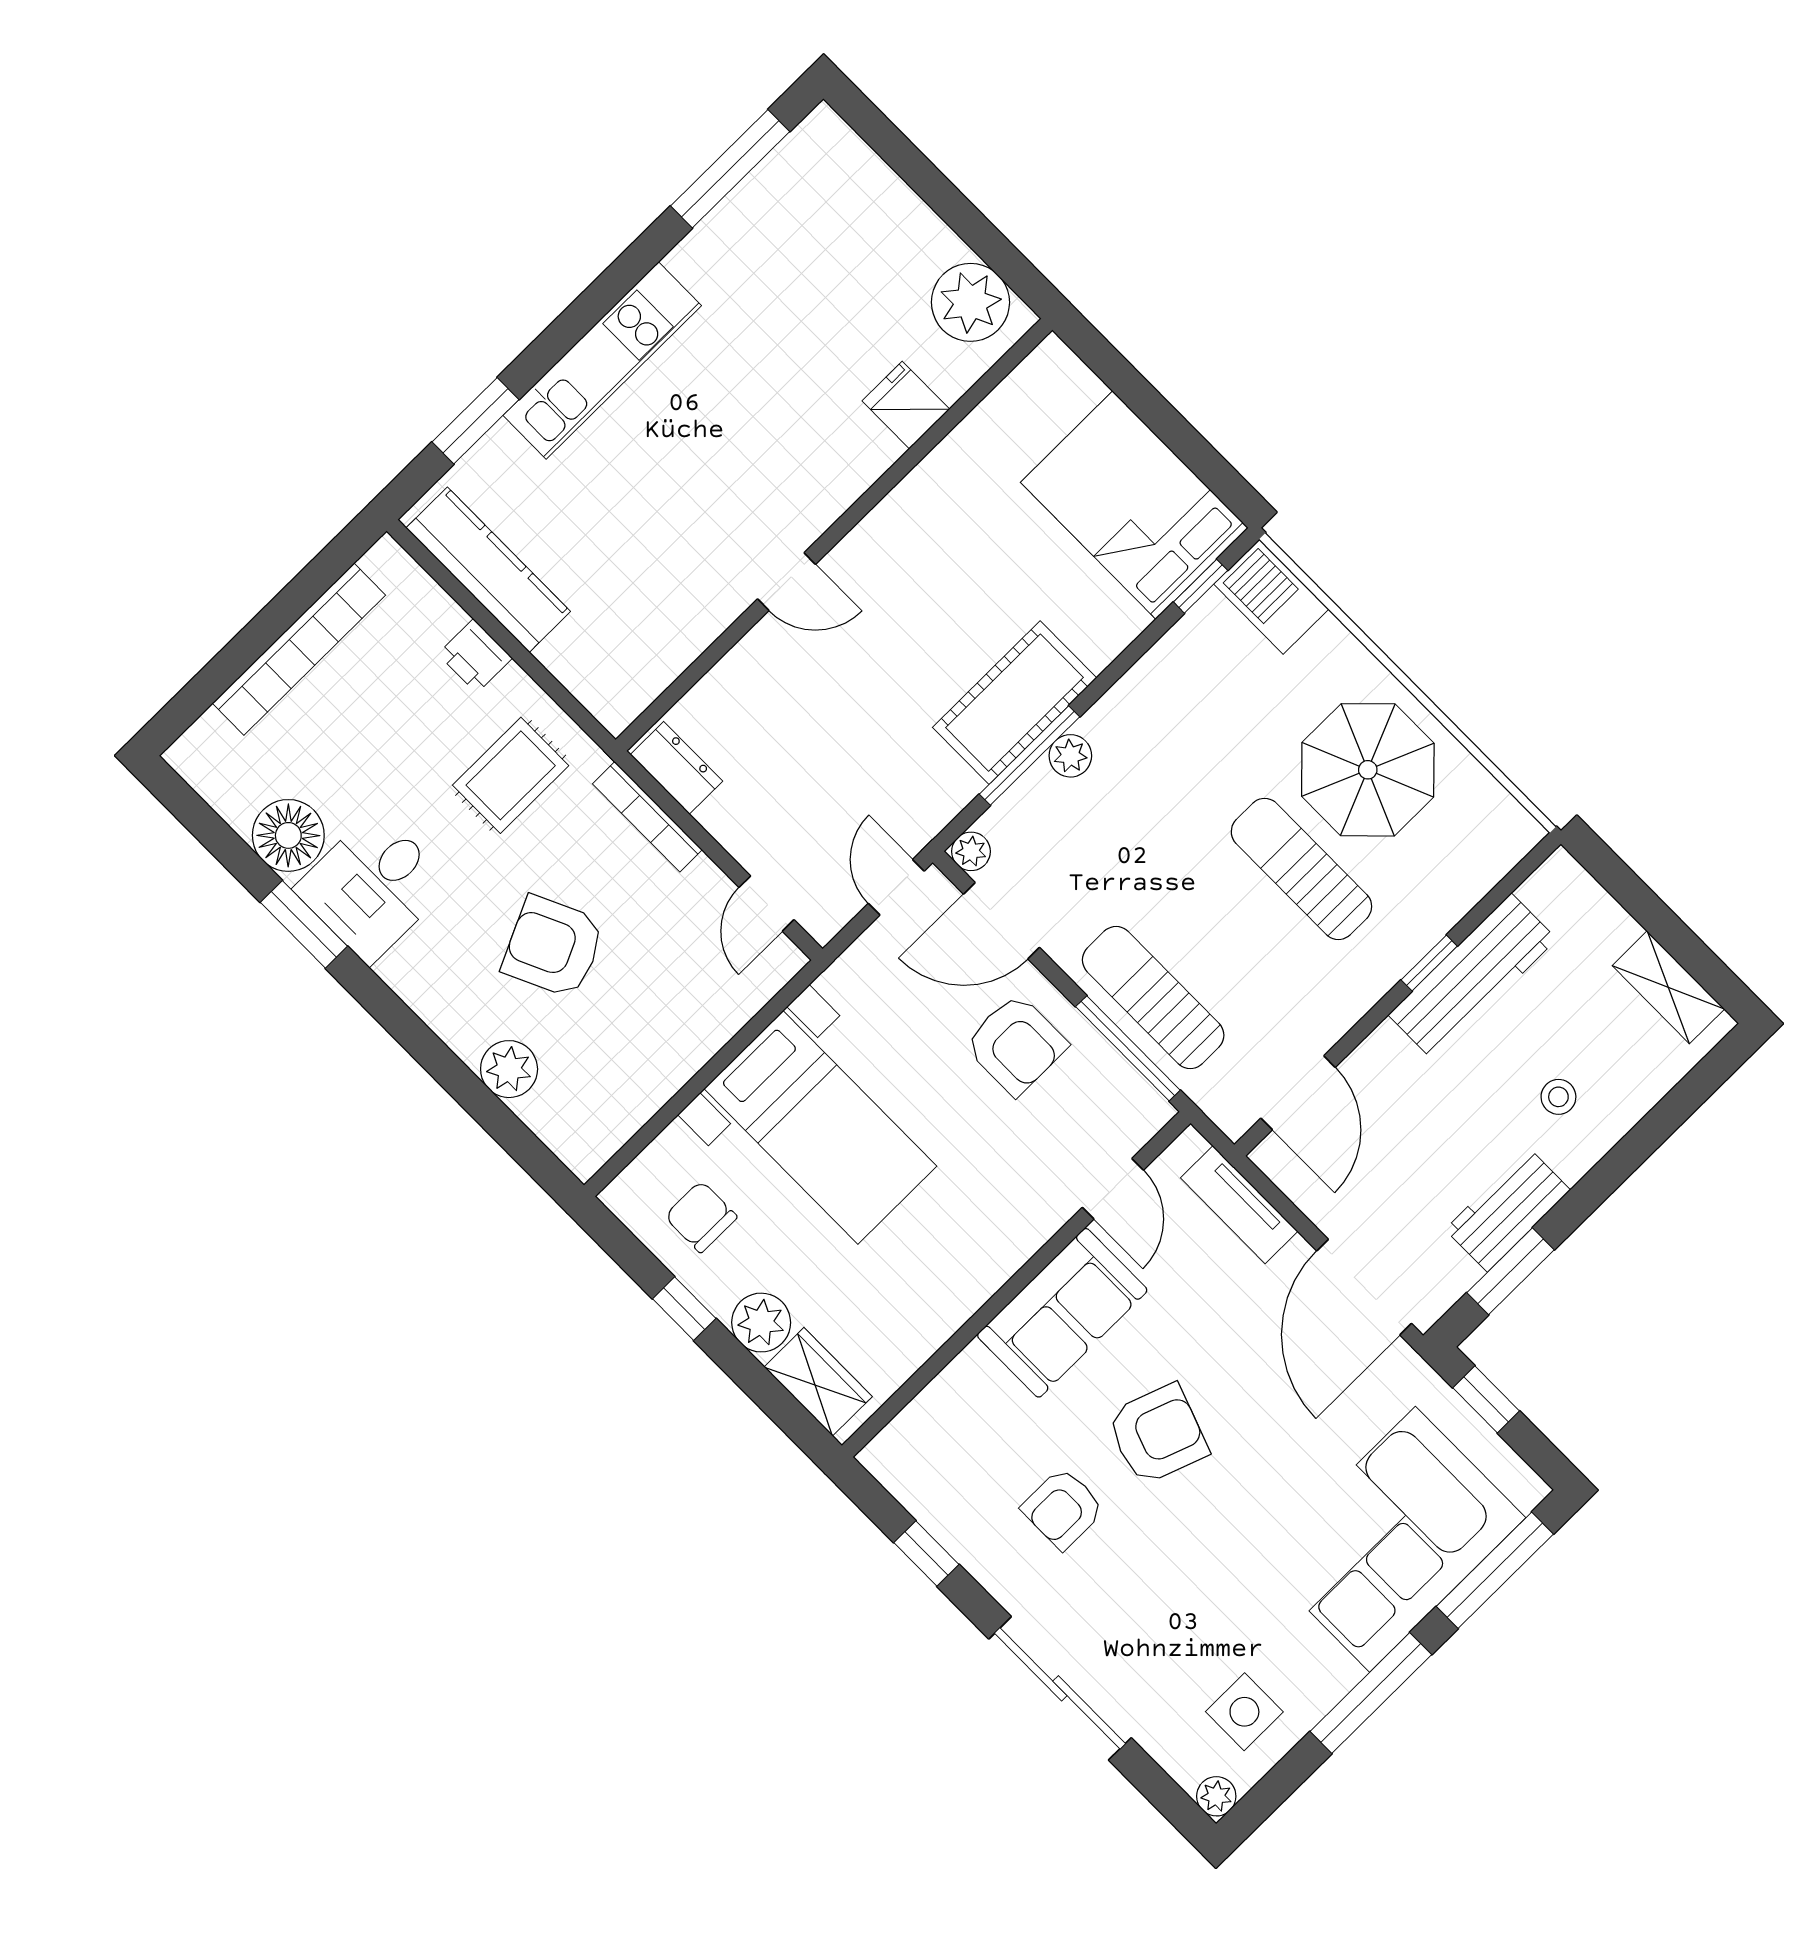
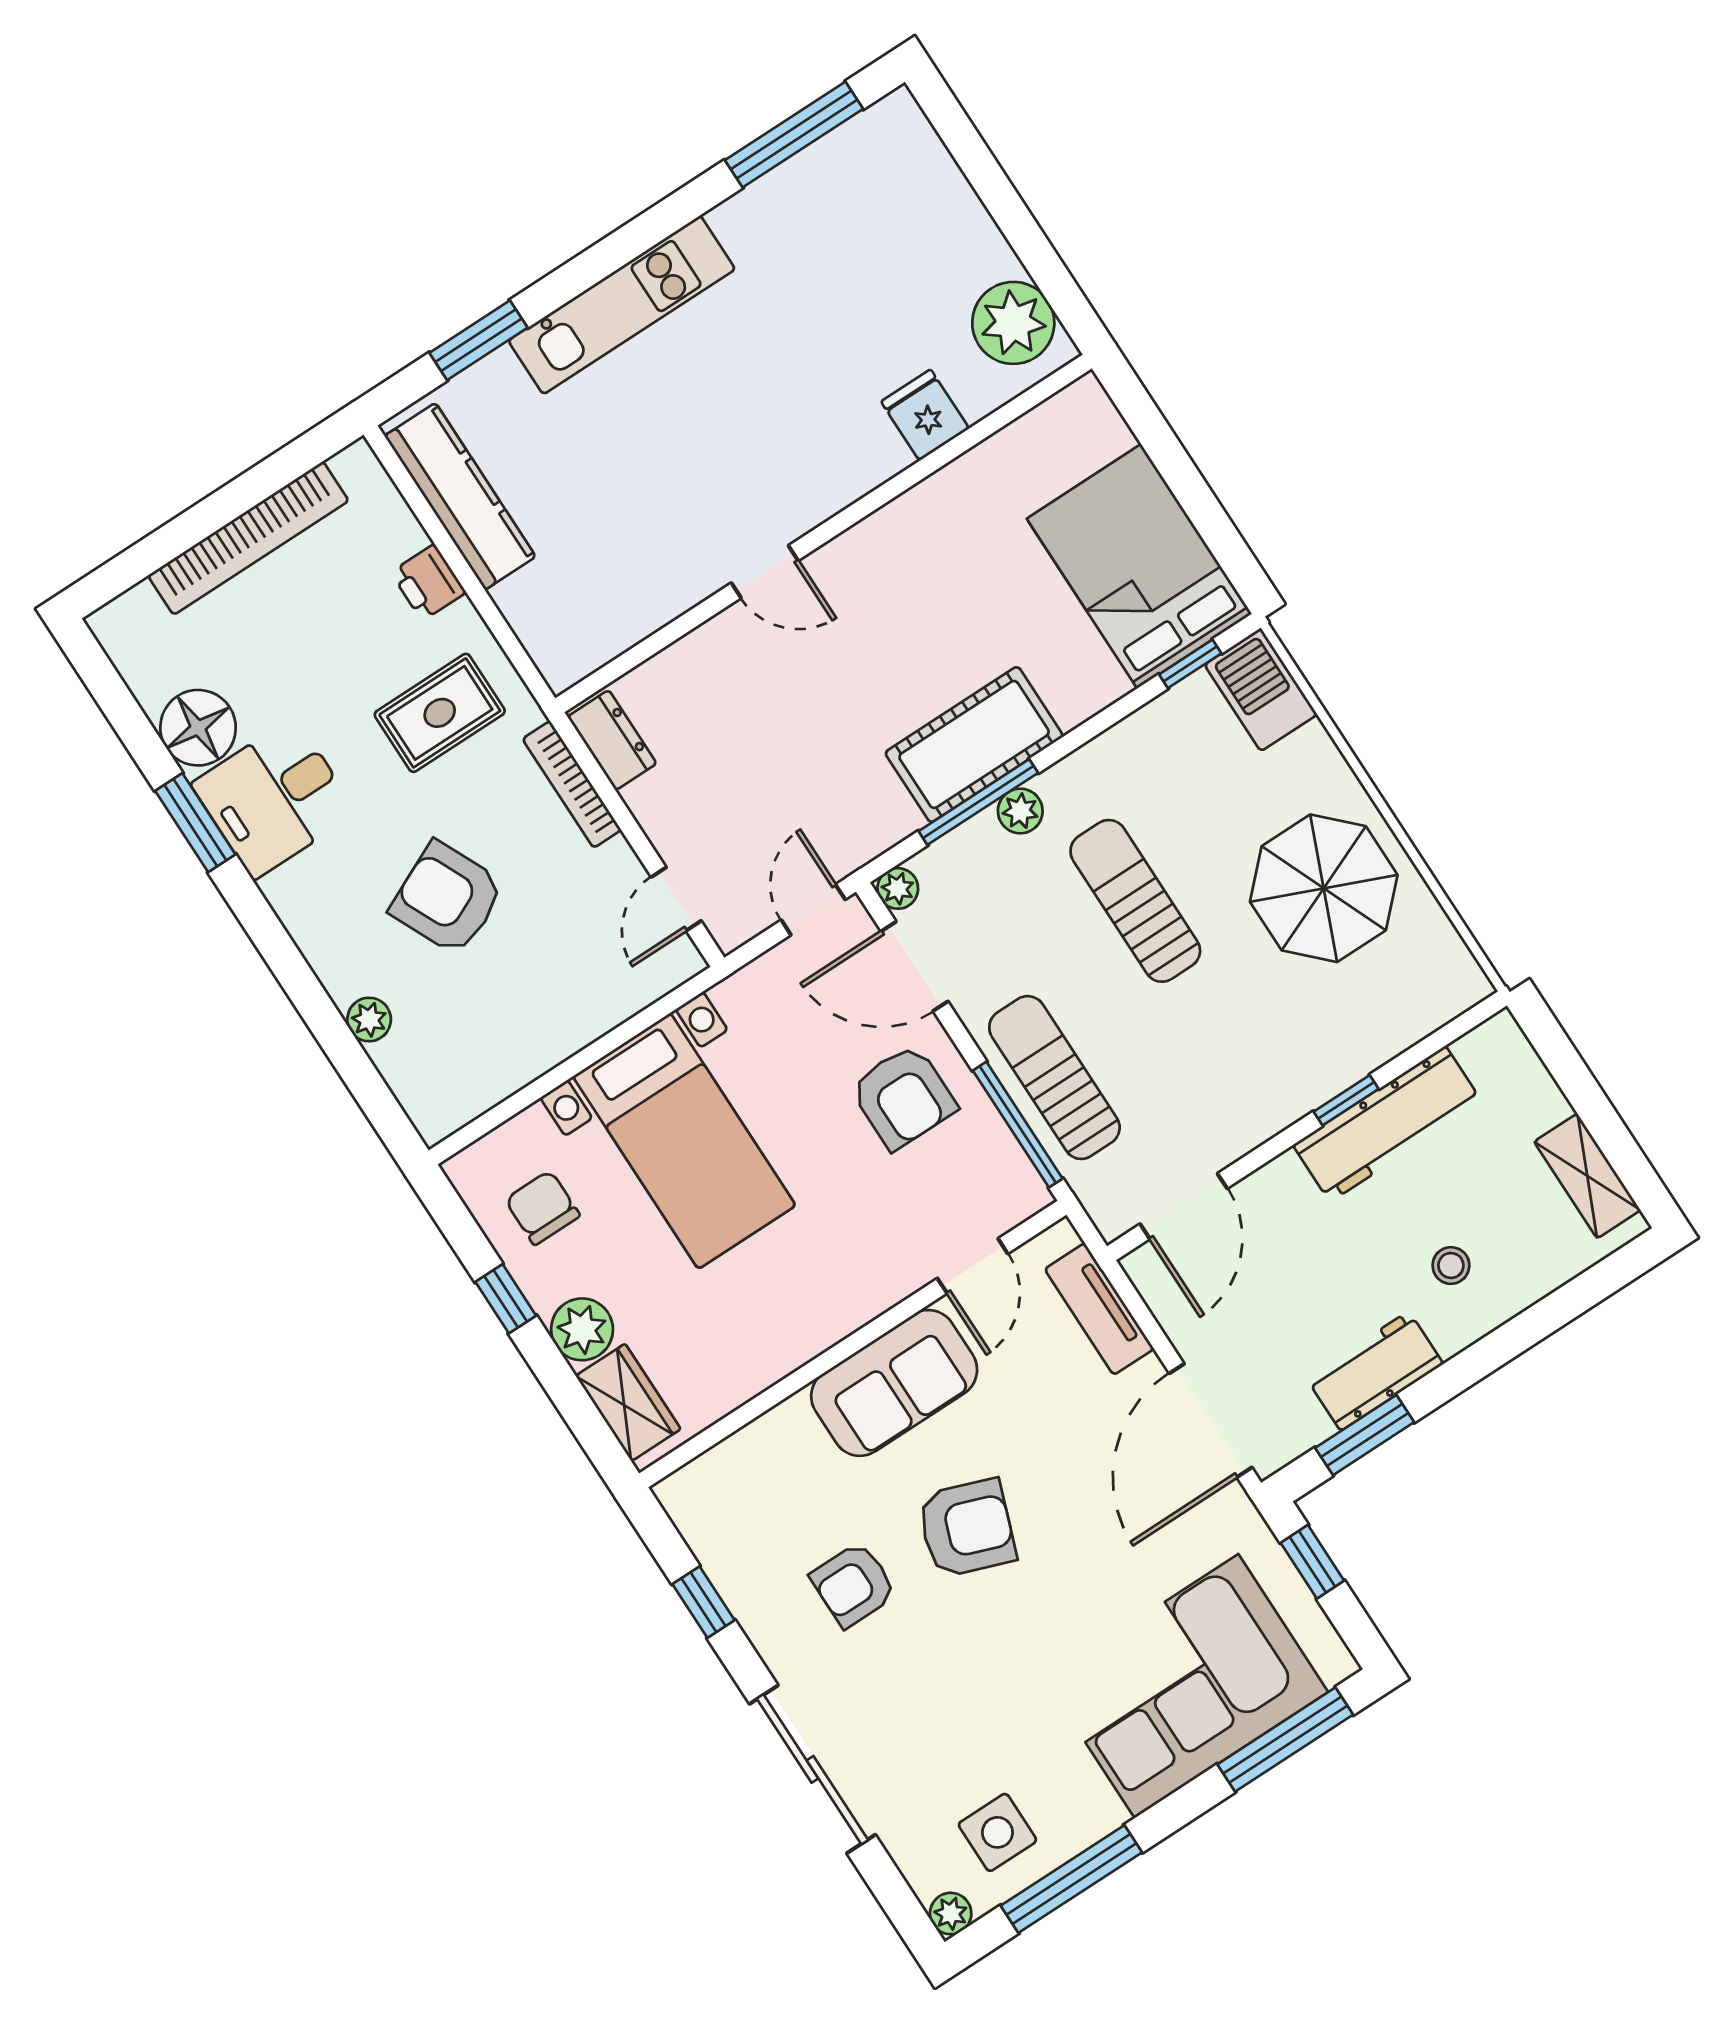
sun lounger: (1301, 869) -> (1135, 901), moved
plant: (509, 1069) -> (369, 1019), width x0.73, depth x0.73
window: (1371, 1693) -> (1071, 1879), moved

